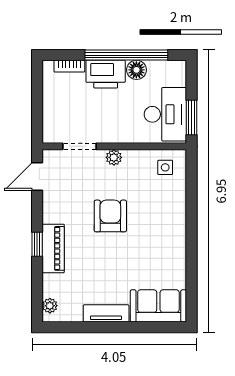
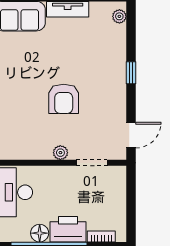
side table: (165, 167) -> (13, 143), removed
piano: (53, 248) -> (116, 69), removed

